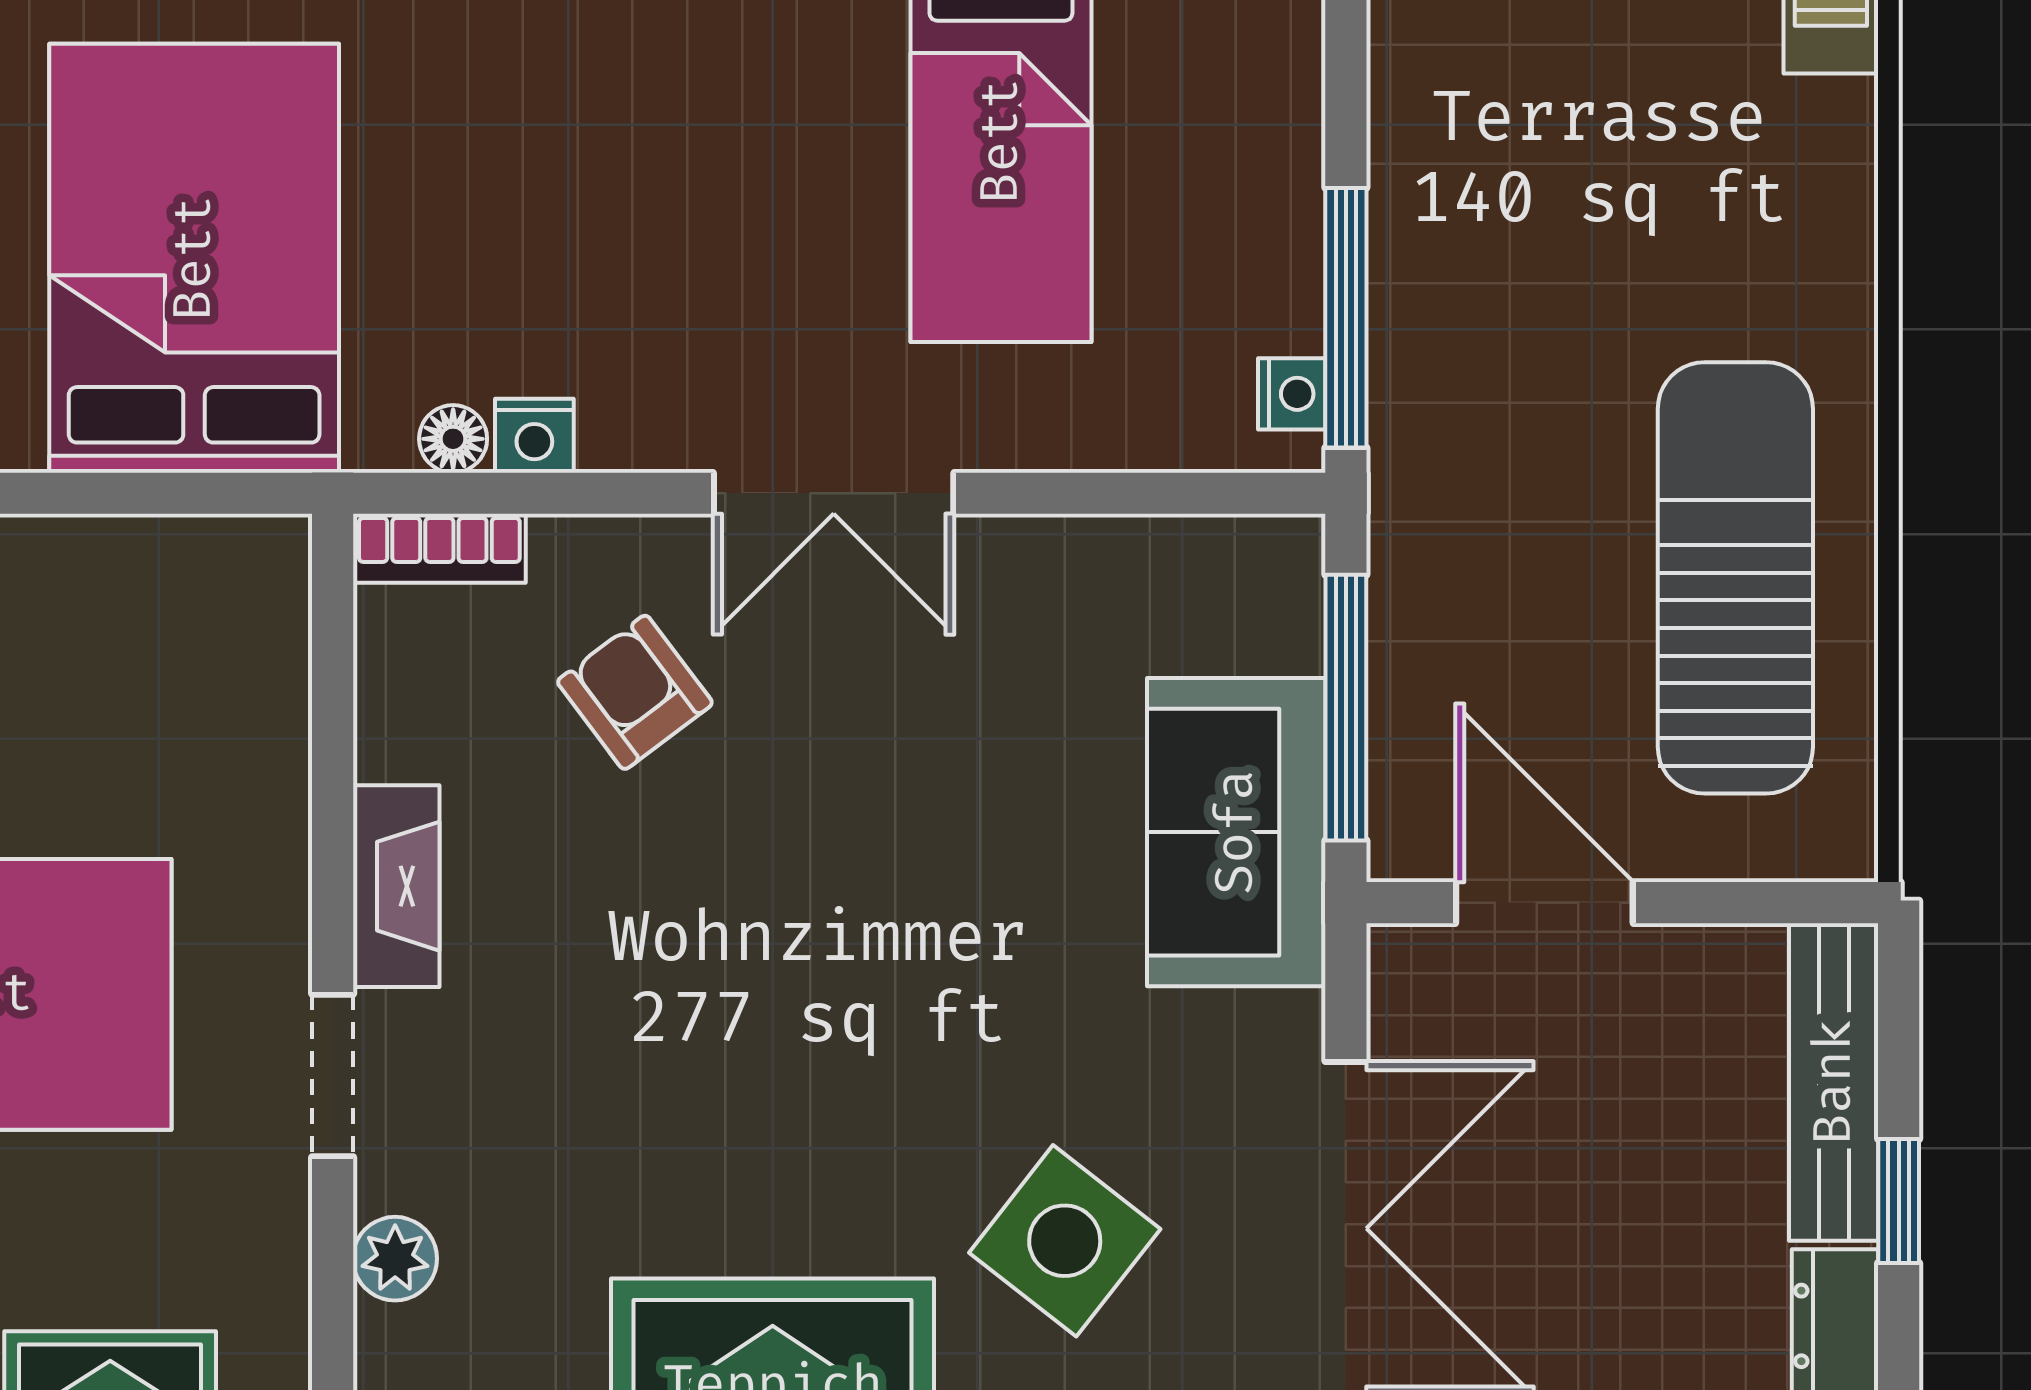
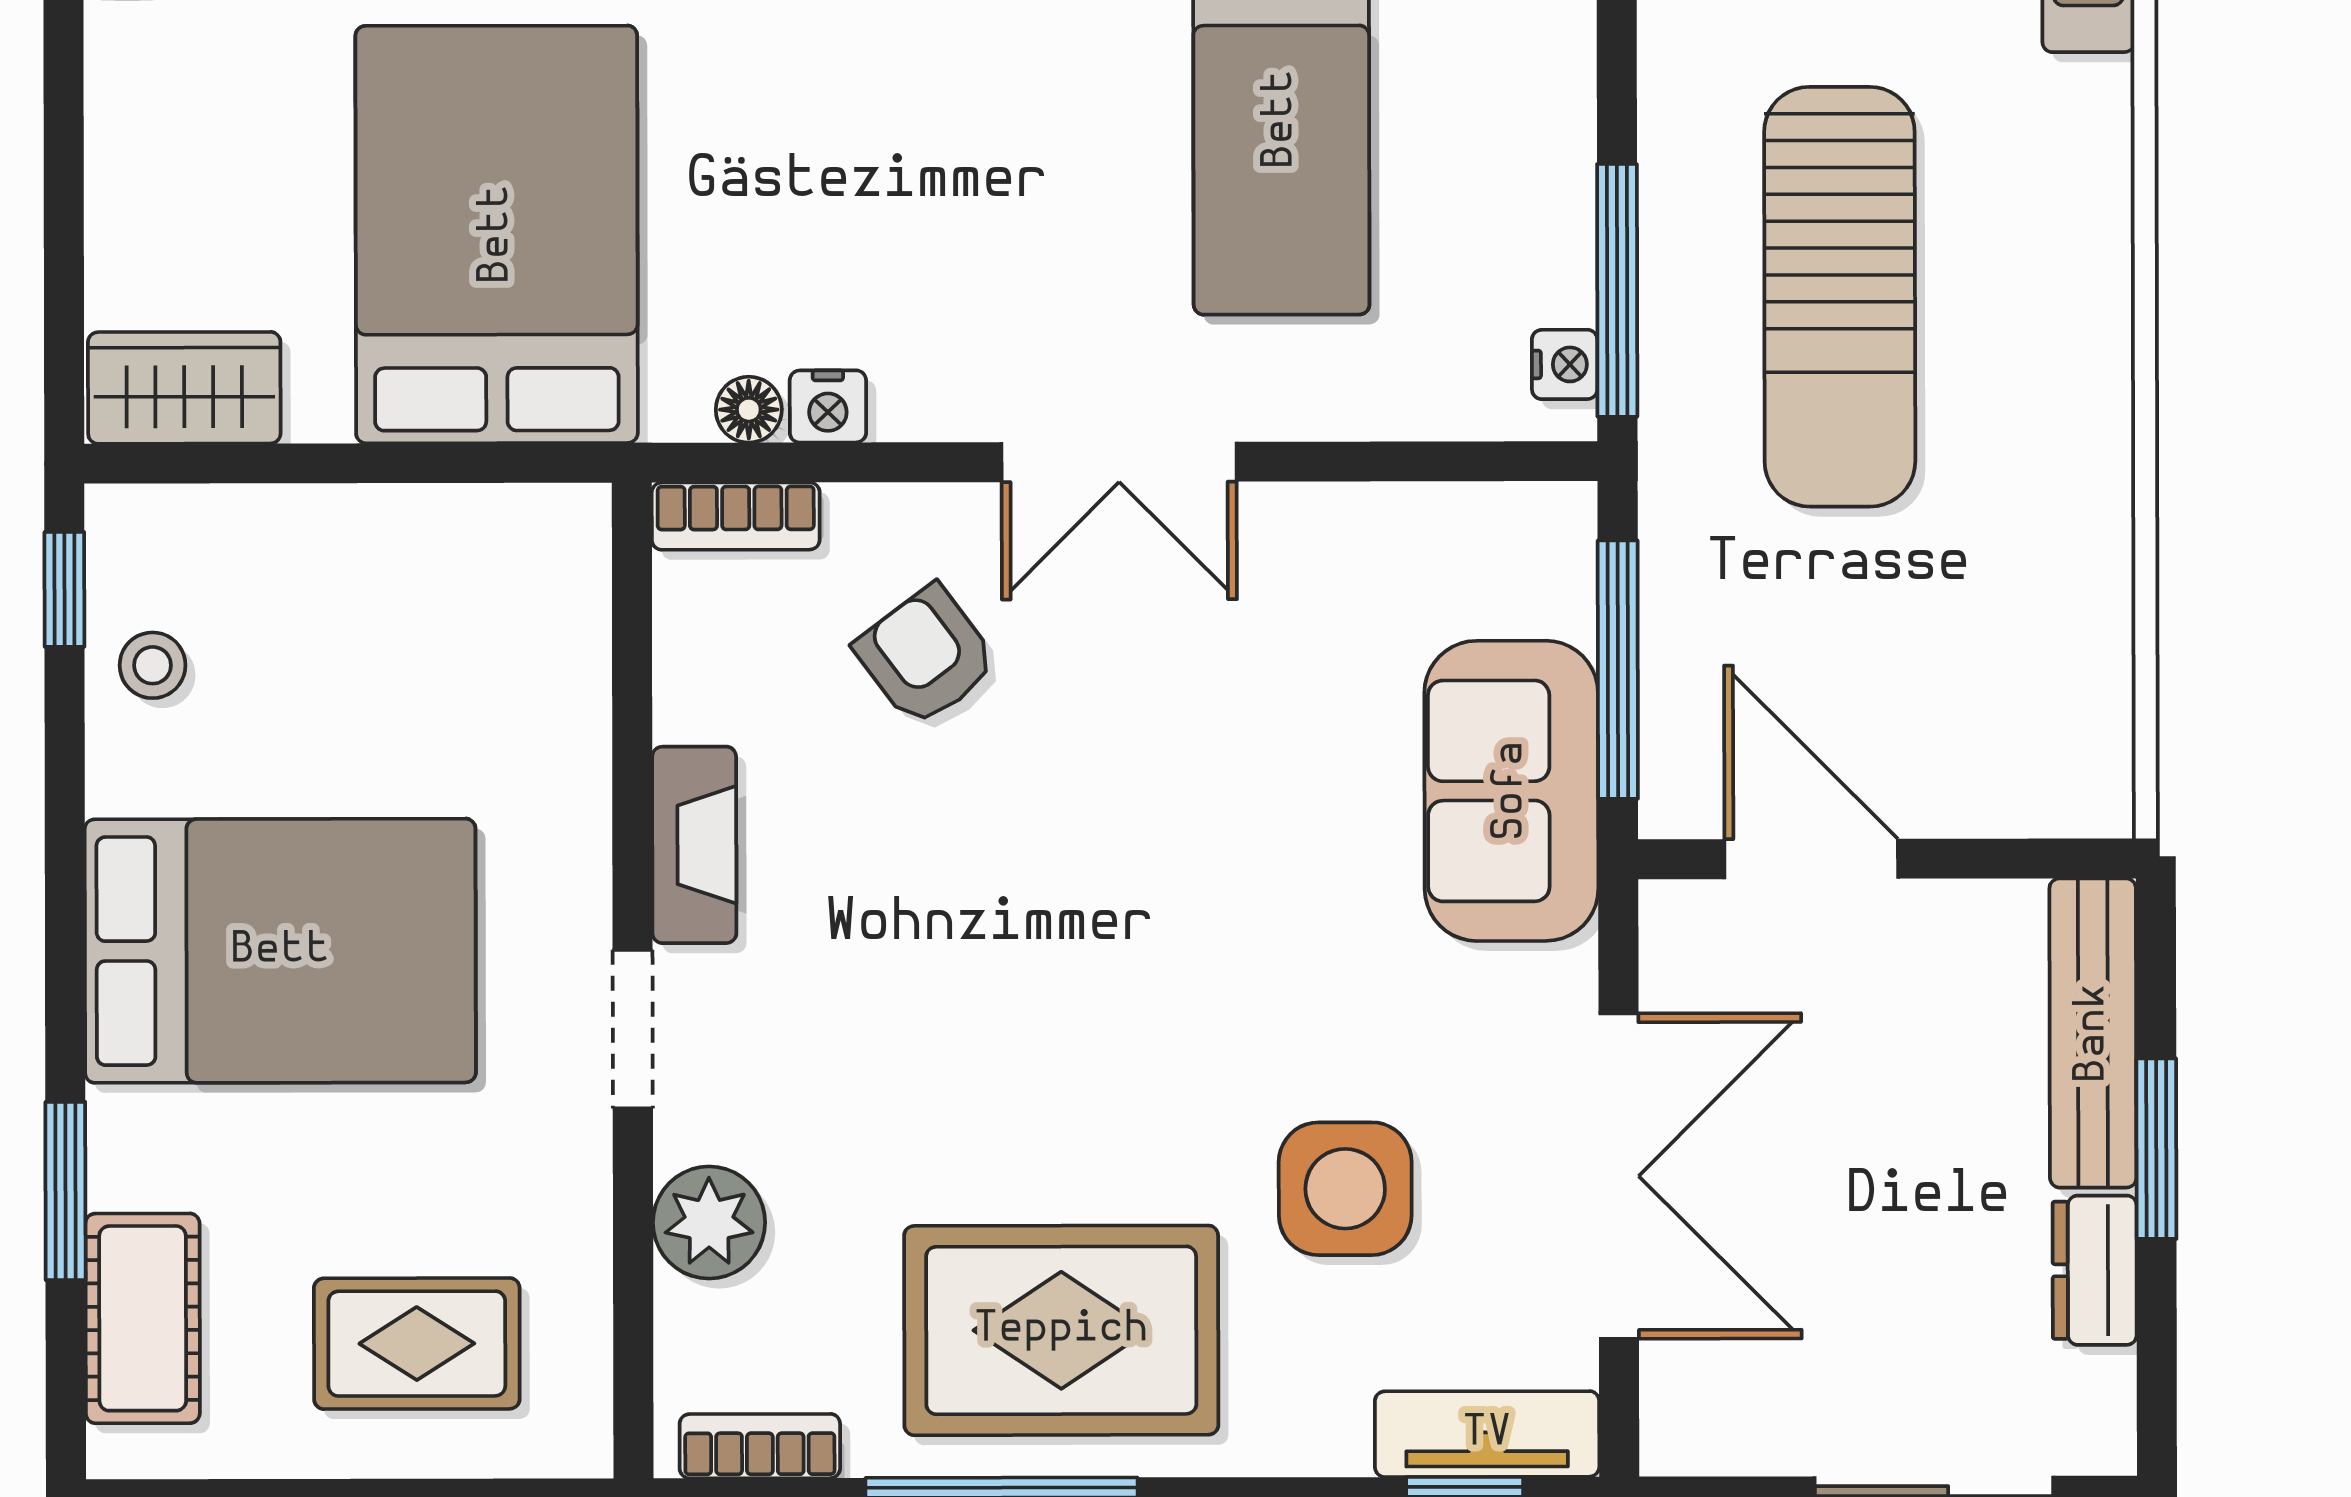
sun lounger: (1735, 578) -> (1840, 297), moved, turned 180
window: (1899, 1201) -> (2156, 1149), width x1.50
side table: (1065, 1241) -> (1345, 1189), turned -38
plant: (395, 1259) -> (709, 1222), width x1.38, depth x1.38

